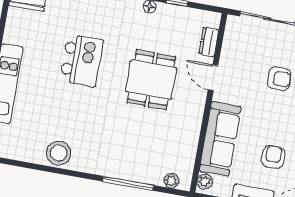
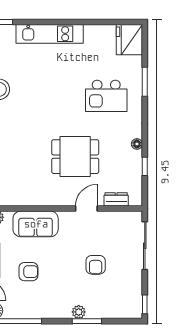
kitchen island: (81, 60) -> (106, 96), moved
sofa: (220, 139) -> (36, 224), width x0.73

